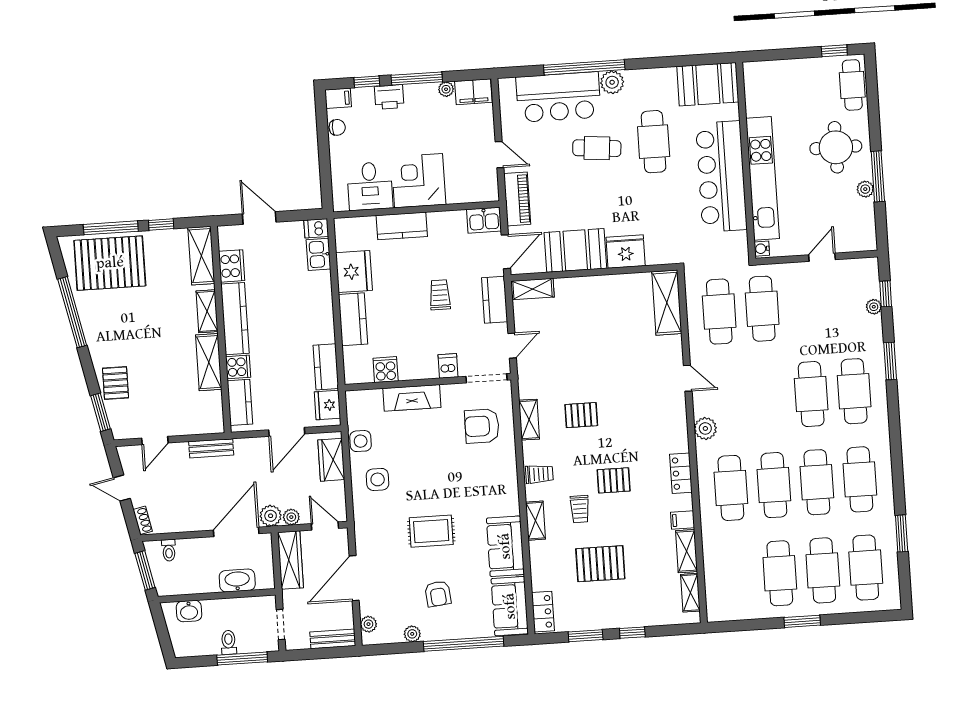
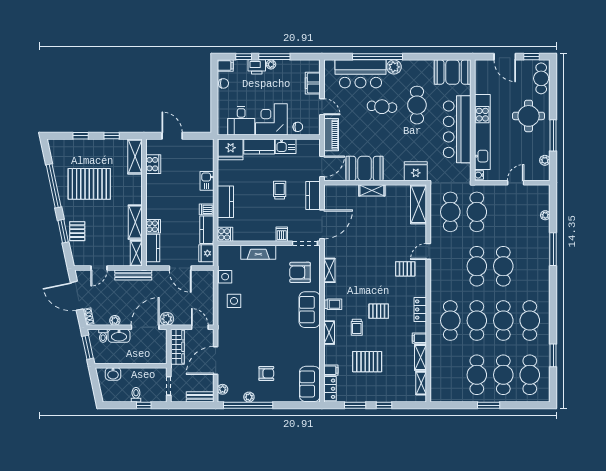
door: (791, 54) -> (505, 57), added
plant: (446, 89) -> (271, 64), moved
filing cabinet: (473, 92) -> (313, 83), moved, turned 90
plant: (865, 189) -> (545, 160), moved
chair: (462, 190) -> (298, 127), added
kitchen sink: (484, 220) -> (286, 146), moved
window: (111, 228) -> (81, 136), width x0.46
dishwasher: (316, 228) -> (207, 209), moved
fridge: (626, 251) -> (416, 171), moved
kitchen sink: (318, 254) -> (207, 181), moved
pallet: (110, 263) -> (89, 184), moved
fridge: (354, 272) -> (231, 149), moved, turned 90
shelving: (533, 289) -> (372, 190), moved
window: (886, 294) -> (553, 208), removed
shelving: (207, 311) -> (136, 253), moved
kitchen counter: (235, 319) -> (153, 196), removed
door: (512, 346) -> (322, 224), width x1.88
window: (890, 361) -> (553, 249), width x1.44
cooker: (386, 370) -> (225, 234), moved, turned 90
door: (688, 378) -> (428, 251), swing flipped
cafe table: (854, 391) -> (477, 266), moved
window: (100, 412) -> (63, 231), moved
pallet: (581, 415) -> (405, 269), moved
plant: (705, 428) -> (437, 283), removed
door: (287, 432) -> (180, 268), hinge flipped
bench: (211, 448) -> (133, 275), width x1.36
wardrobe: (331, 460) -> (206, 287), removed
door: (122, 488) -> (77, 296), width x1.87
plant: (291, 517) -> (115, 320), moved
rug: (431, 531) -> (265, 335), removed
sofa: (505, 546) -> (310, 310), moved
washbasin: (237, 581) -> (119, 336), moved, turned 180
filing cabinet: (542, 582) -> (331, 370), added
armchair: (438, 594) -> (266, 373), turned -84
window: (464, 644) -> (248, 405), moved
window: (242, 659) -> (144, 405), width x0.46

